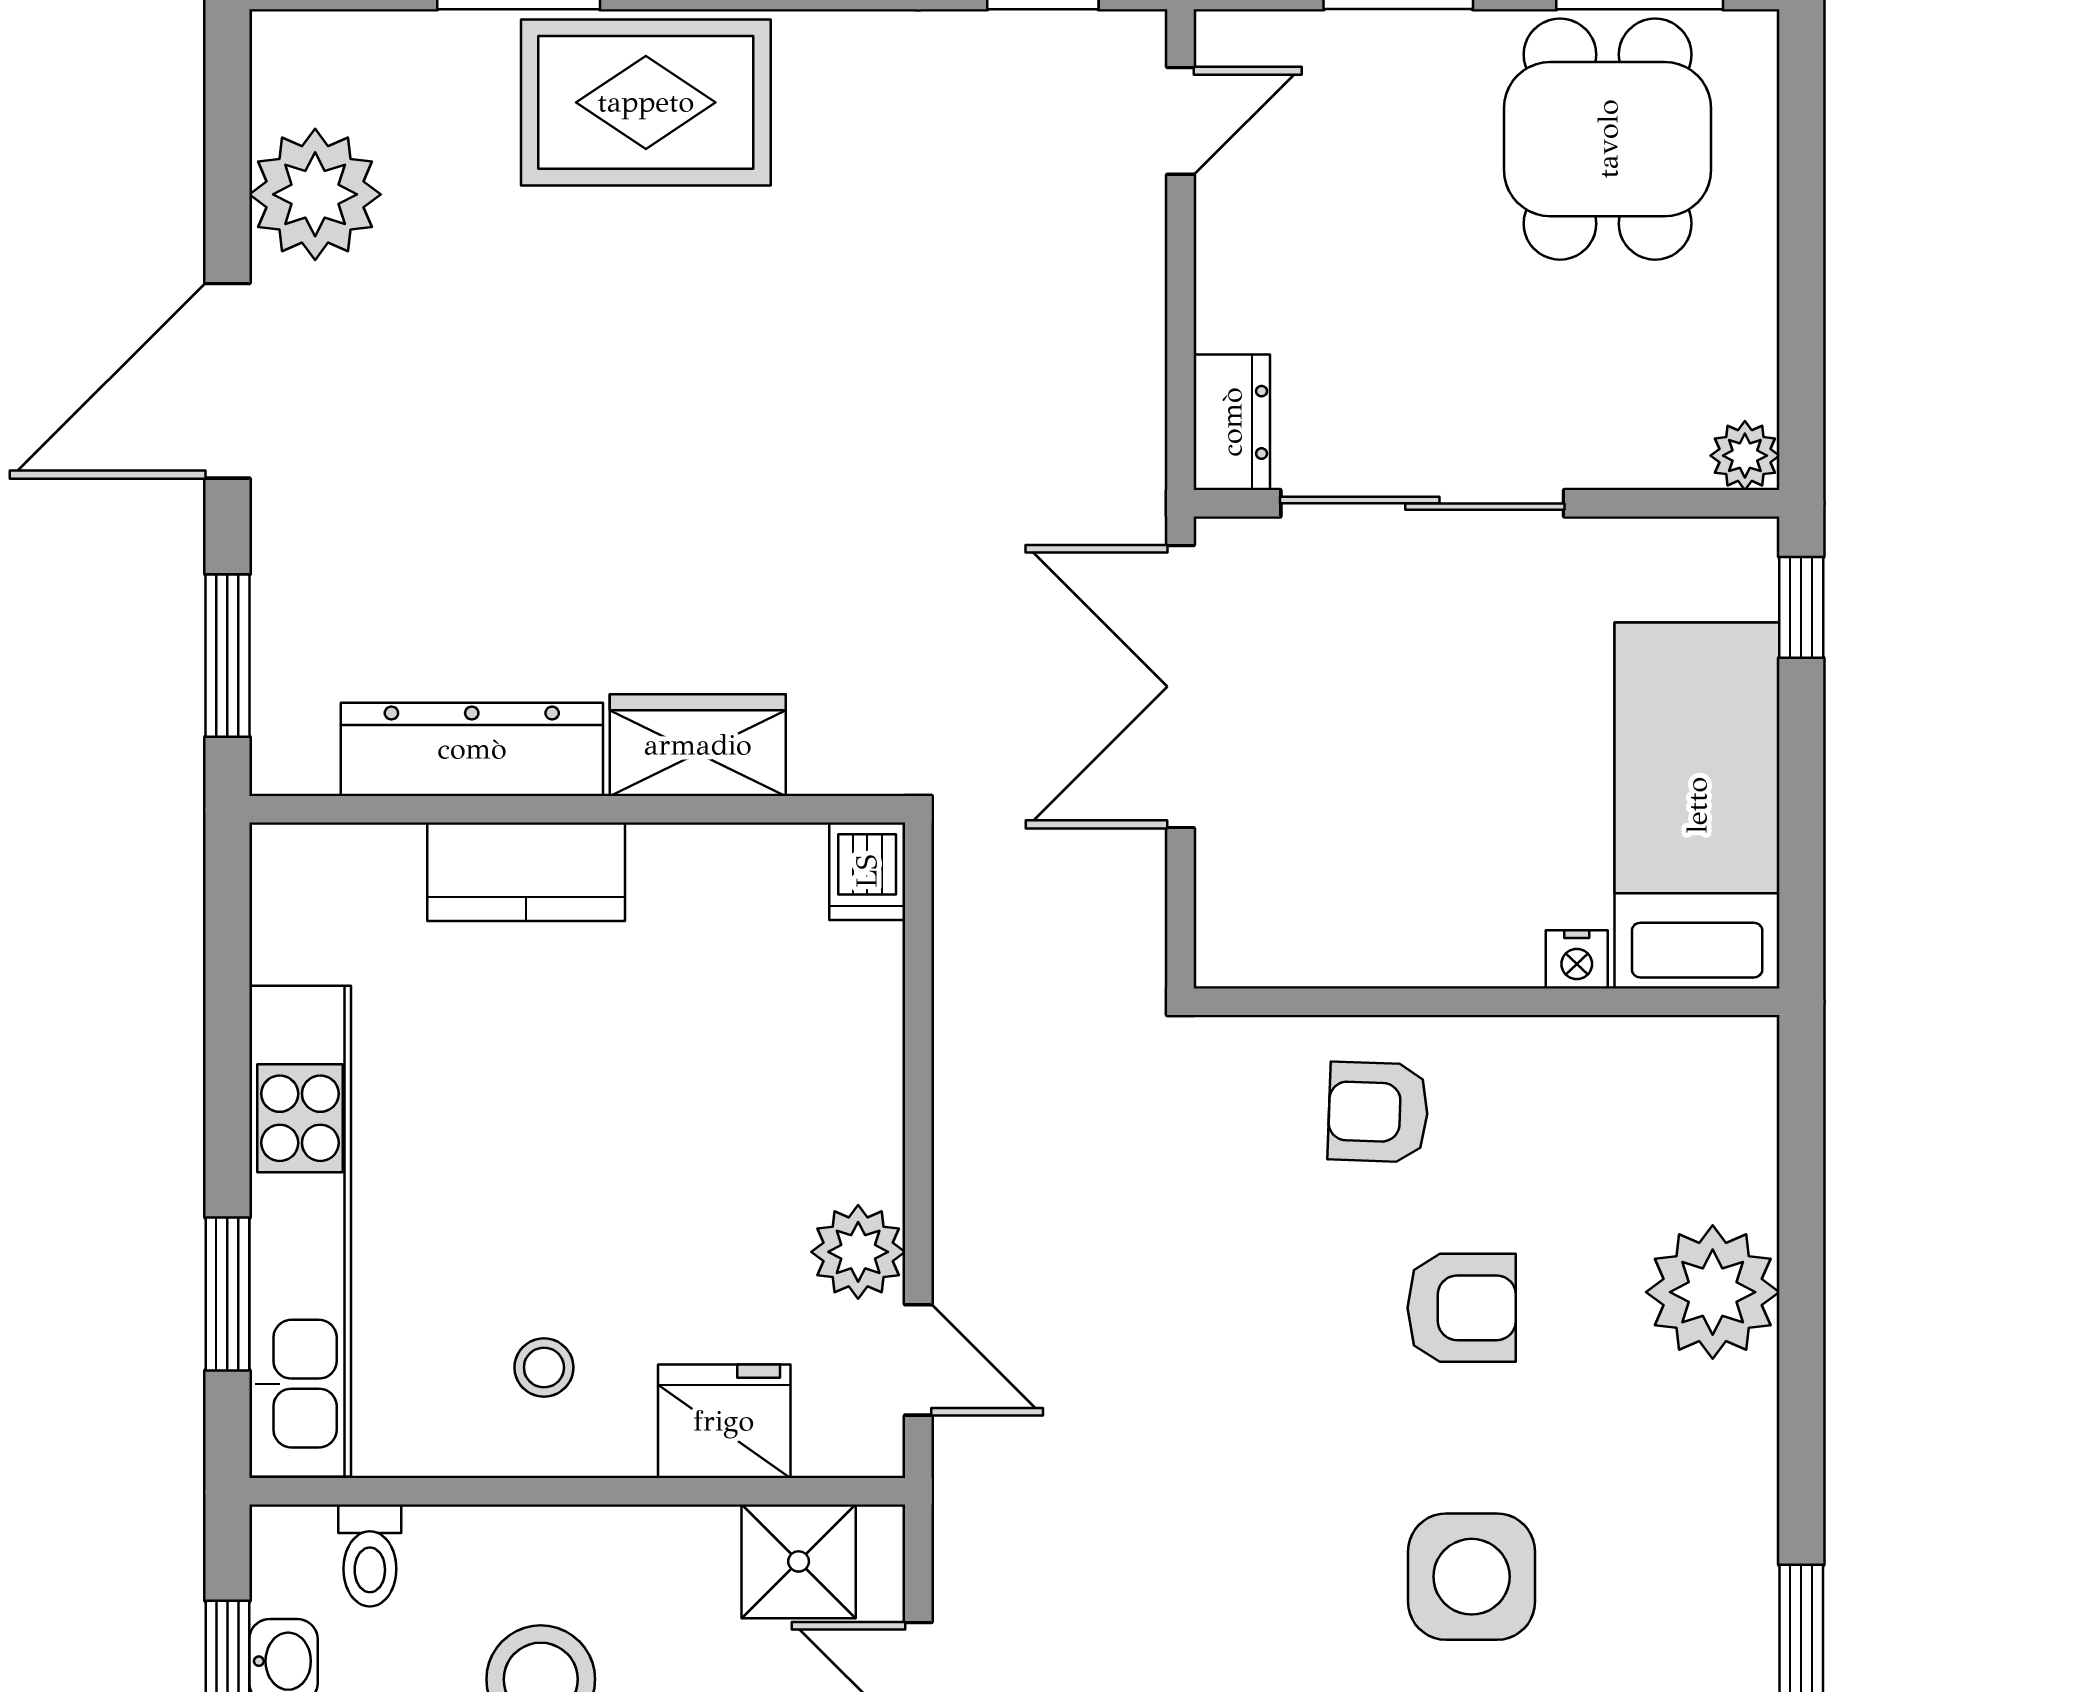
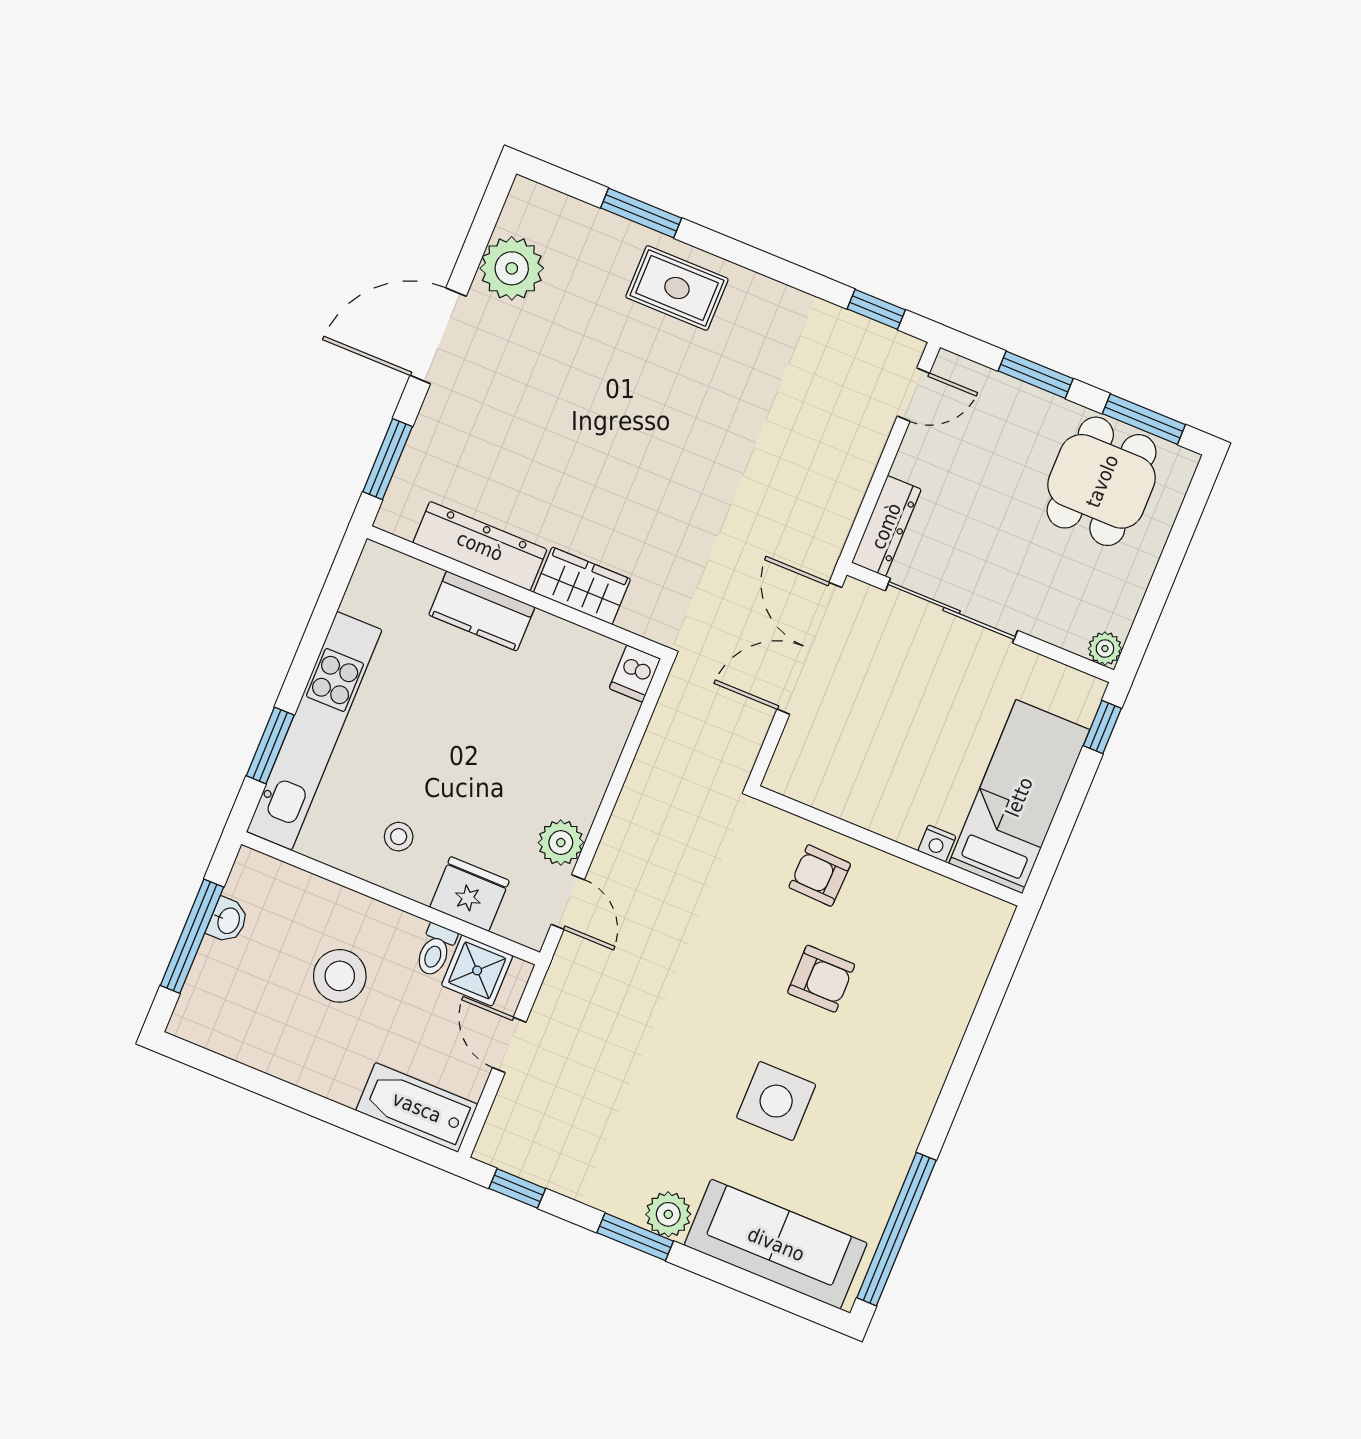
rug: (646, 102) -> (677, 288), width x0.73, depth x0.70
dresser: (1232, 422) -> (886, 526), width x1.44
plant: (1713, 1292) -> (937, 1018), removed
toilet: (370, 1556) -> (435, 950), moved

